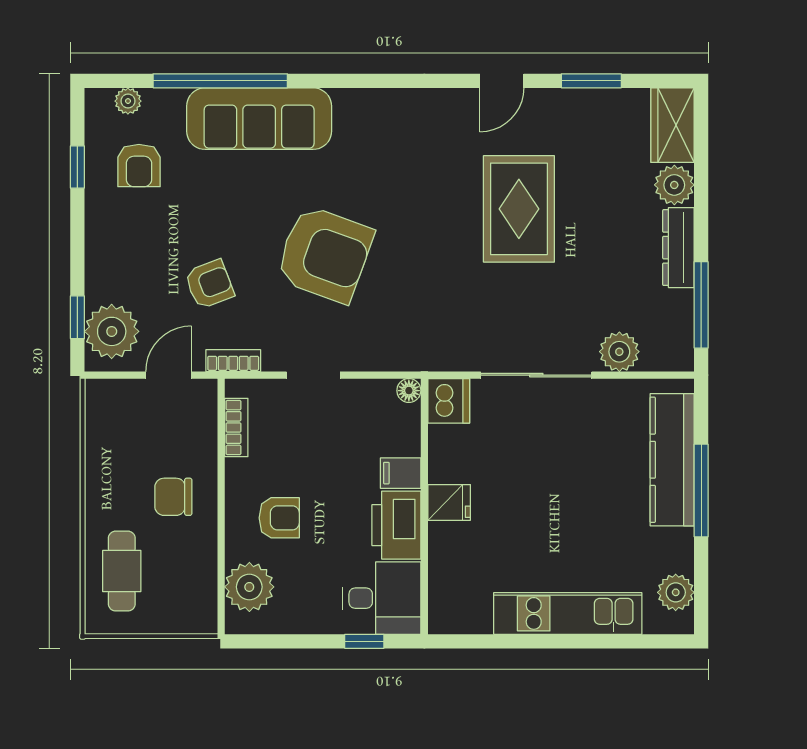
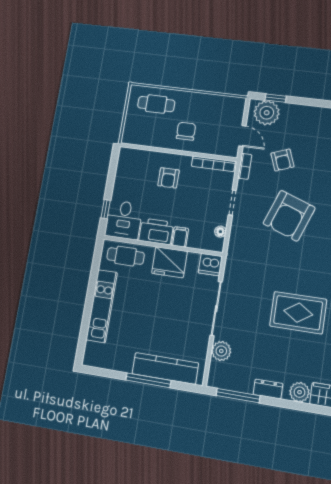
dresser: (678, 248) -> (268, 389), width x0.70
floor lamp: (409, 391) -> (220, 232), moved
bookcase: (236, 428) -> (213, 164), width x1.56
fridge: (449, 502) -> (169, 262), width x1.88, depth x1.34
cafe table: (457, 581) -> (126, 256), added
plant: (249, 587) -> (139, 160), removed
plant: (676, 592) -> (102, 360), removed

